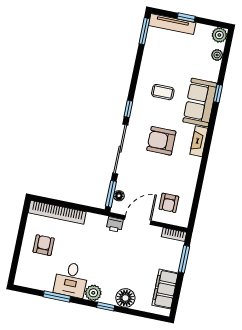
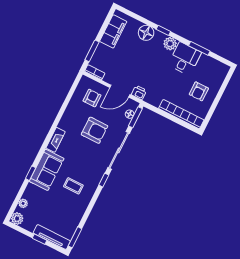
armchair: (161, 141) -> (95, 130), moved

